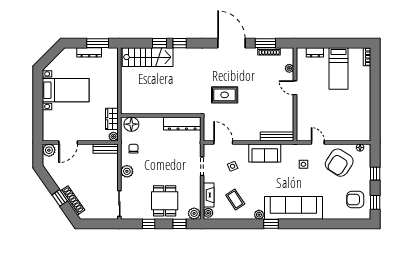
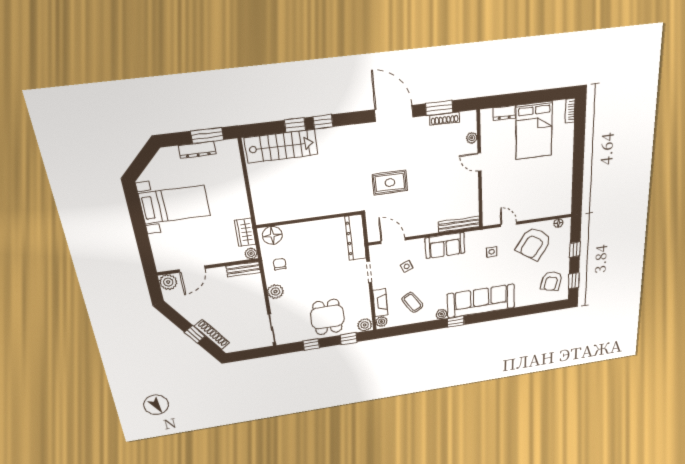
bed: (338, 69) -> (534, 130), width x1.50
dresser: (182, 124) -> (356, 238), moved, turned 90
armchair: (355, 199) -> (551, 281), turned -76

